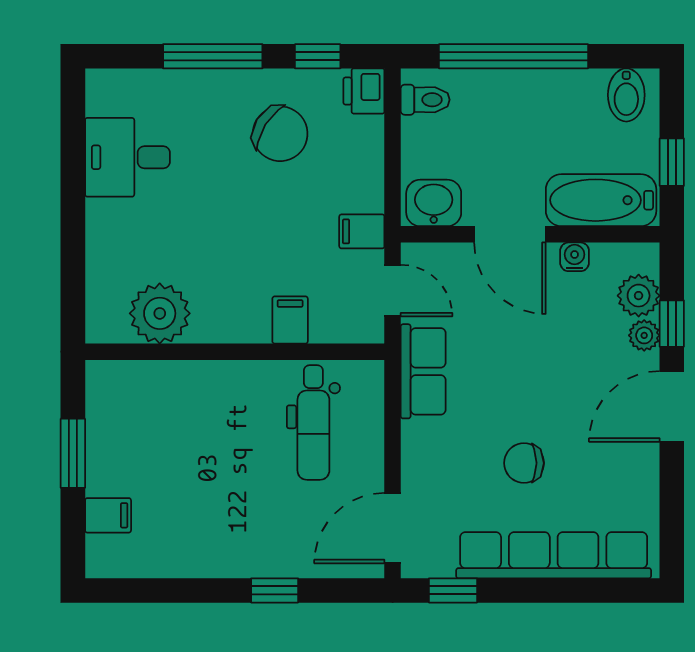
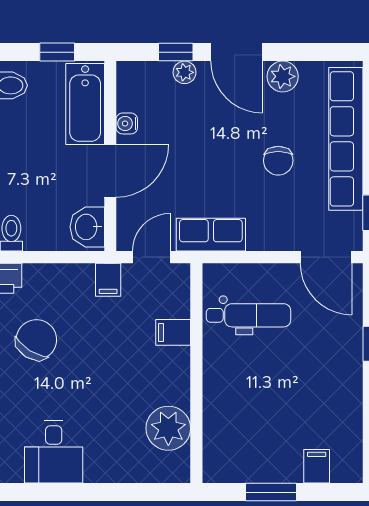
plant: (639, 296) -> (283, 76), moved

